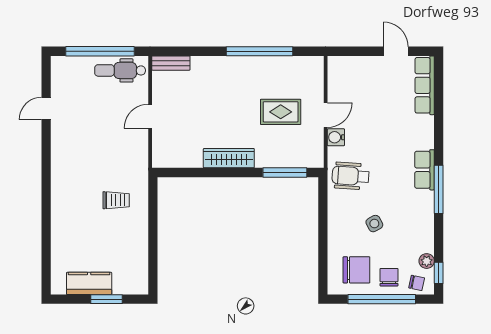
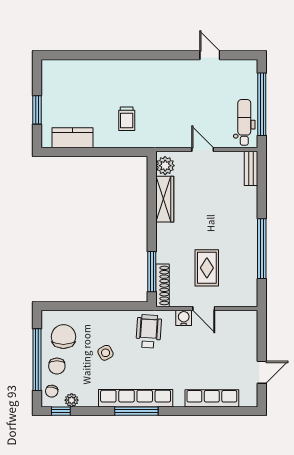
row of seats: (425, 85) -> (212, 398), moved
plant: (168, 158) -> (165, 166), added
wardrobe: (229, 158) -> (165, 199), moved
shoe rack: (300, 161) -> (163, 285), added
row of seats: (424, 170) -> (136, 398), width x2.02
chair: (356, 270) -> (63, 337), turned 180
chair: (389, 277) -> (57, 366), turned 90
kitchen counter: (89, 283) -> (73, 138), moved, turned -90

